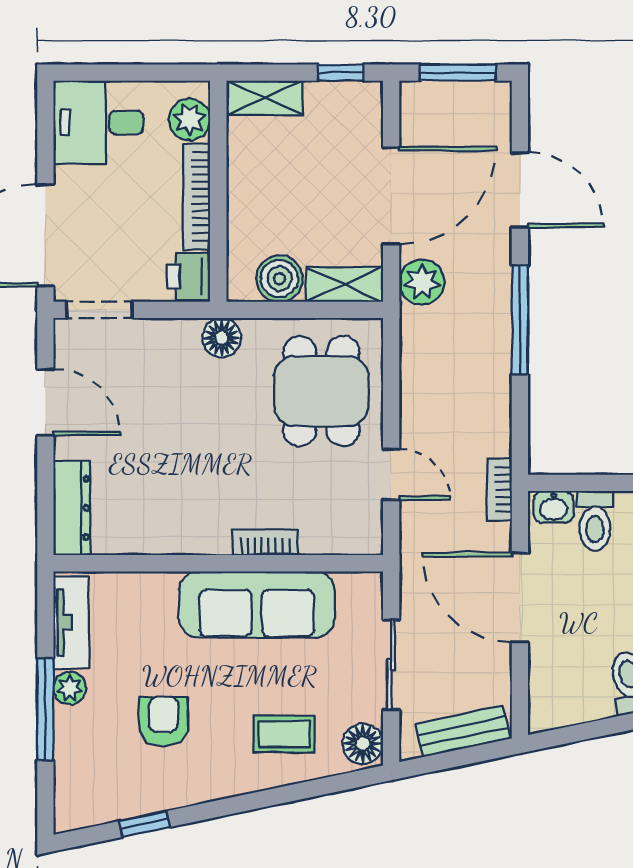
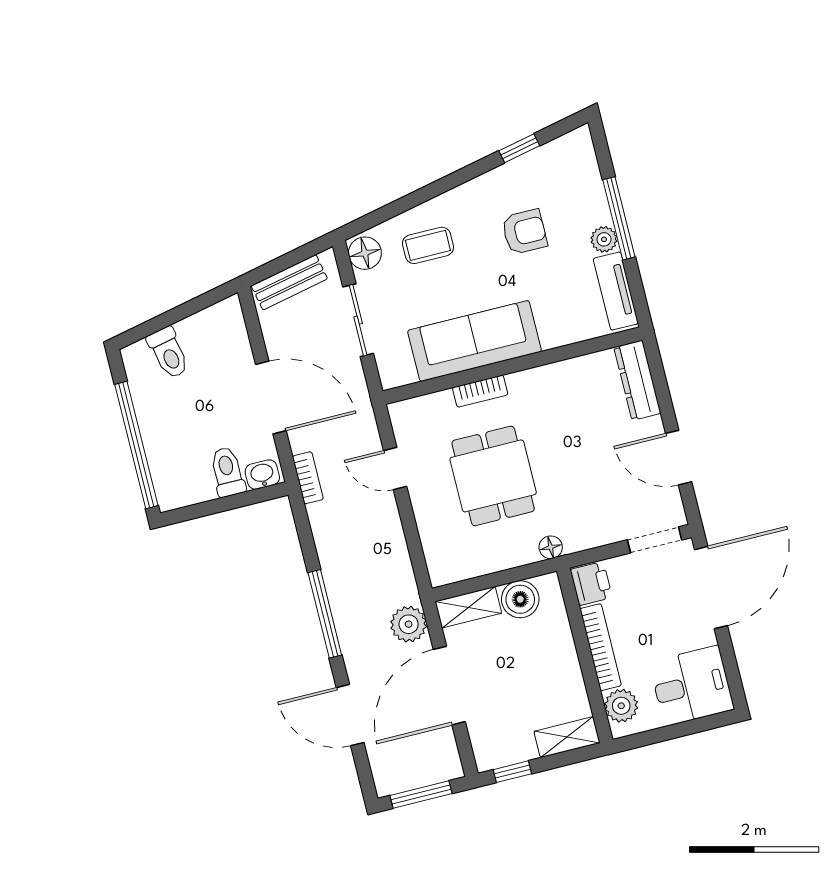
floor lamp: (222, 338) -> (551, 547), width x0.73, depth x0.73
dining table: (321, 391) -> (493, 476), moved
armchair: (164, 721) -> (524, 232), turned -90

